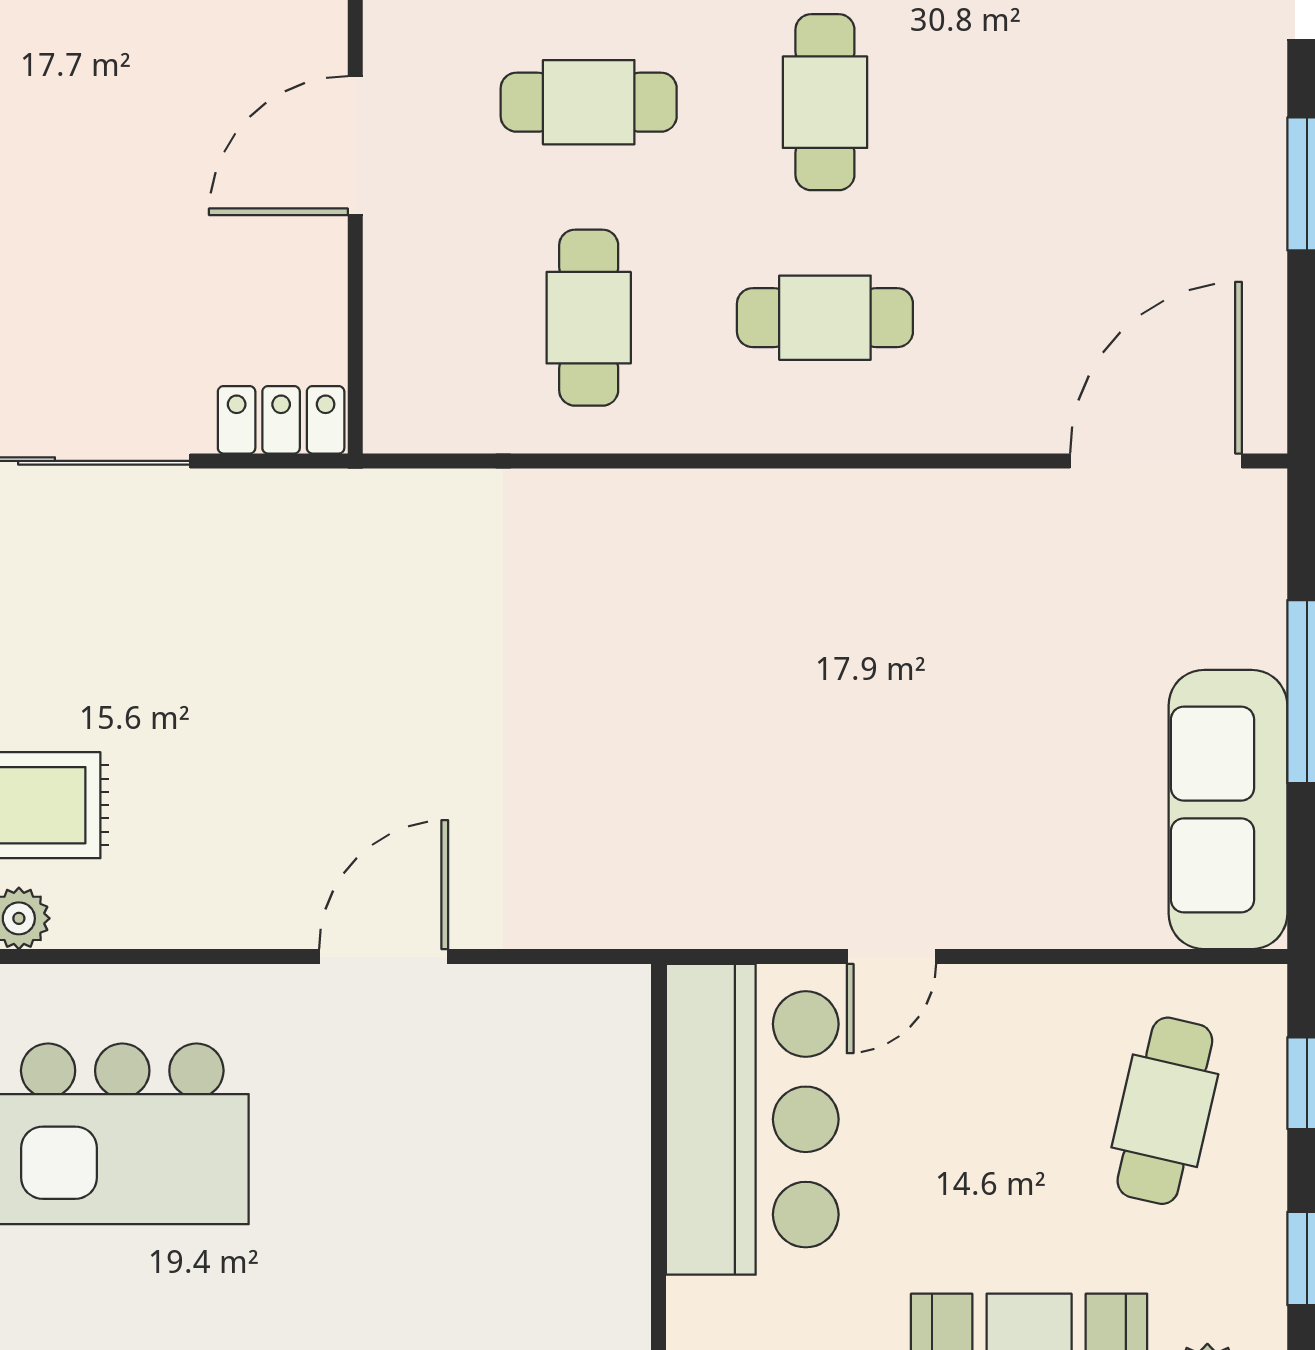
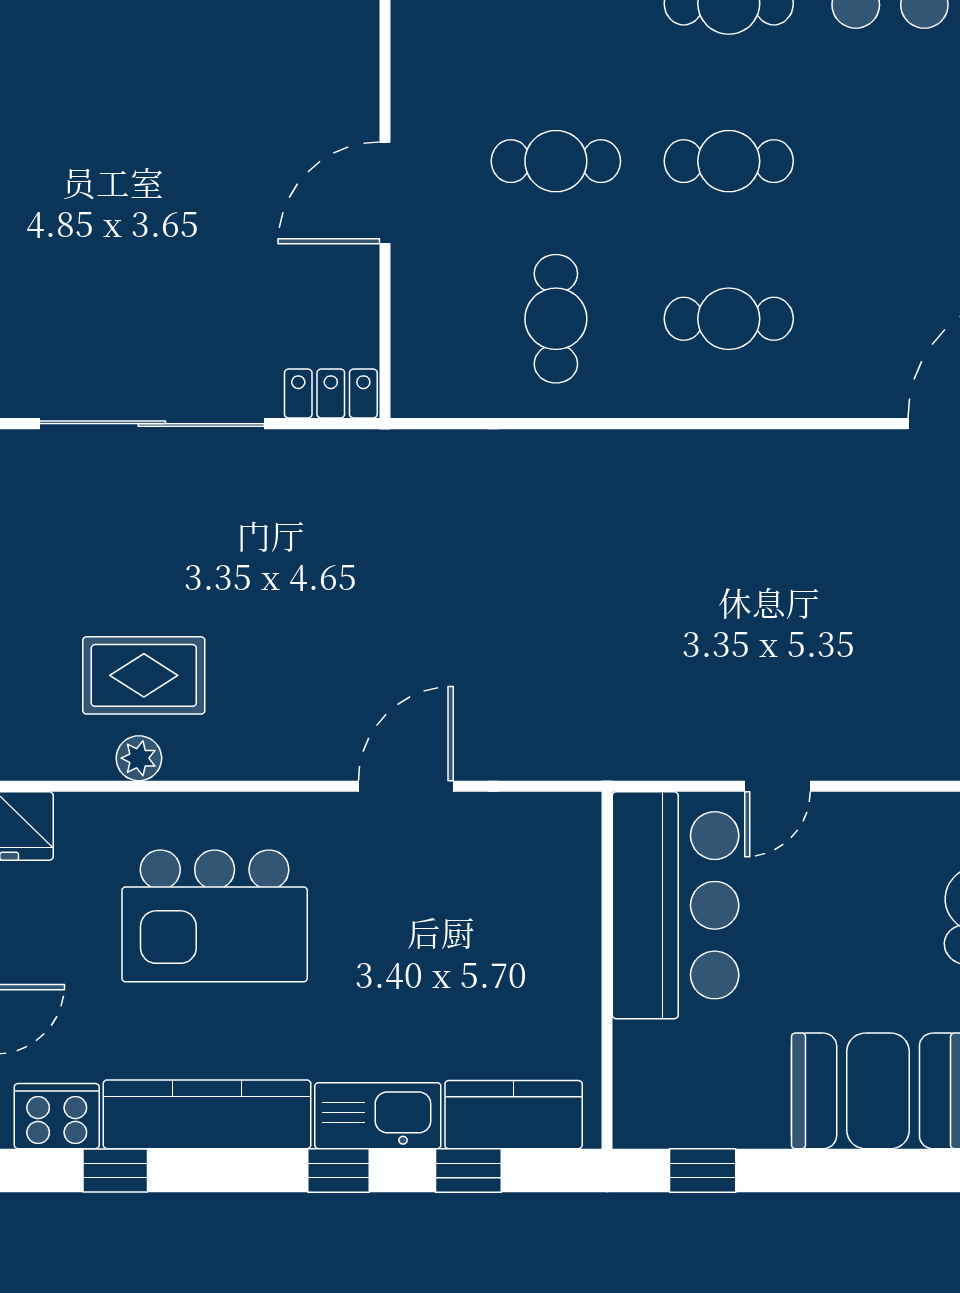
cafe table: (825, 102) -> (729, 161), turned 90

